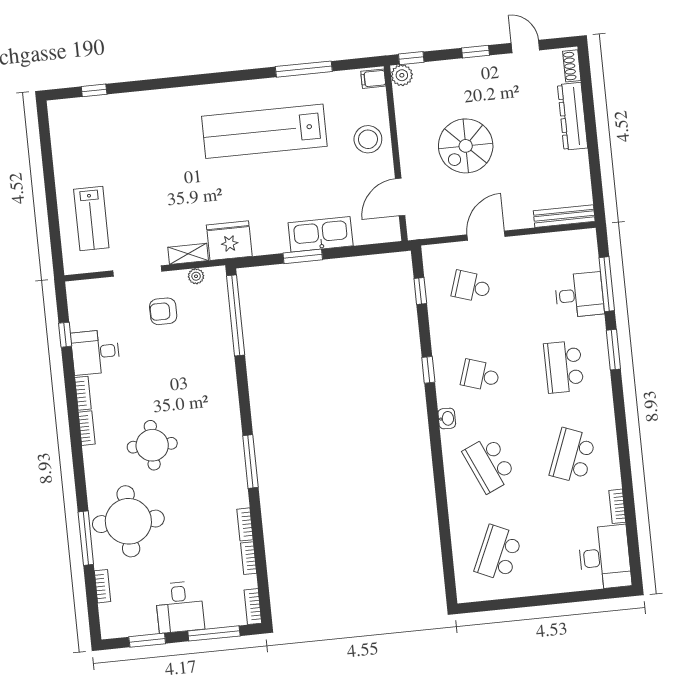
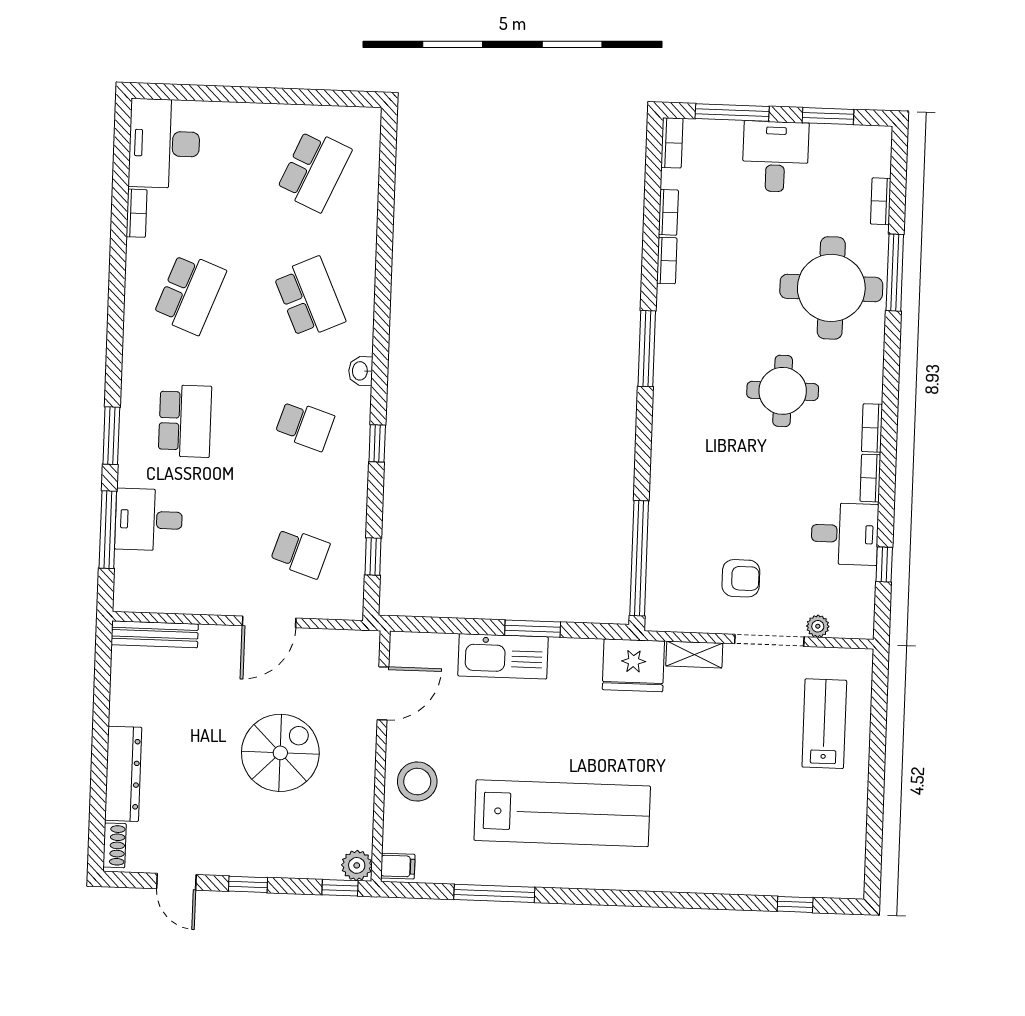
plant: (196, 276) -> (818, 626), moved

